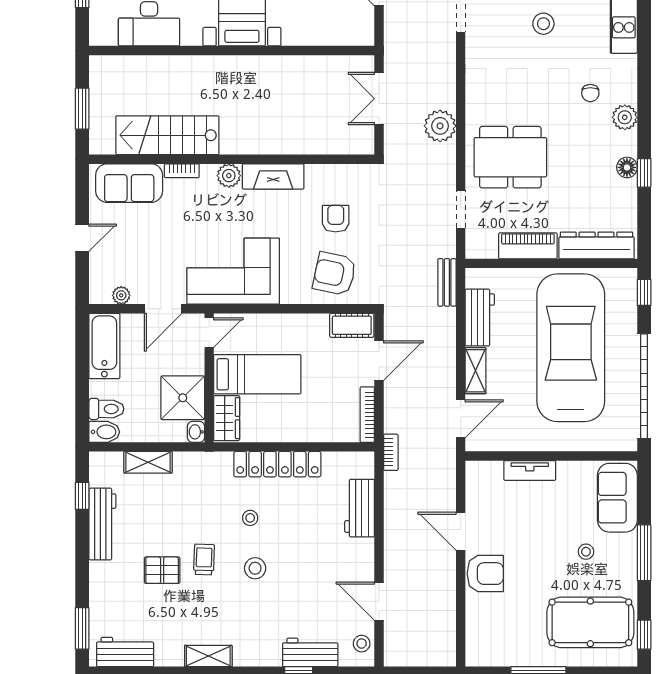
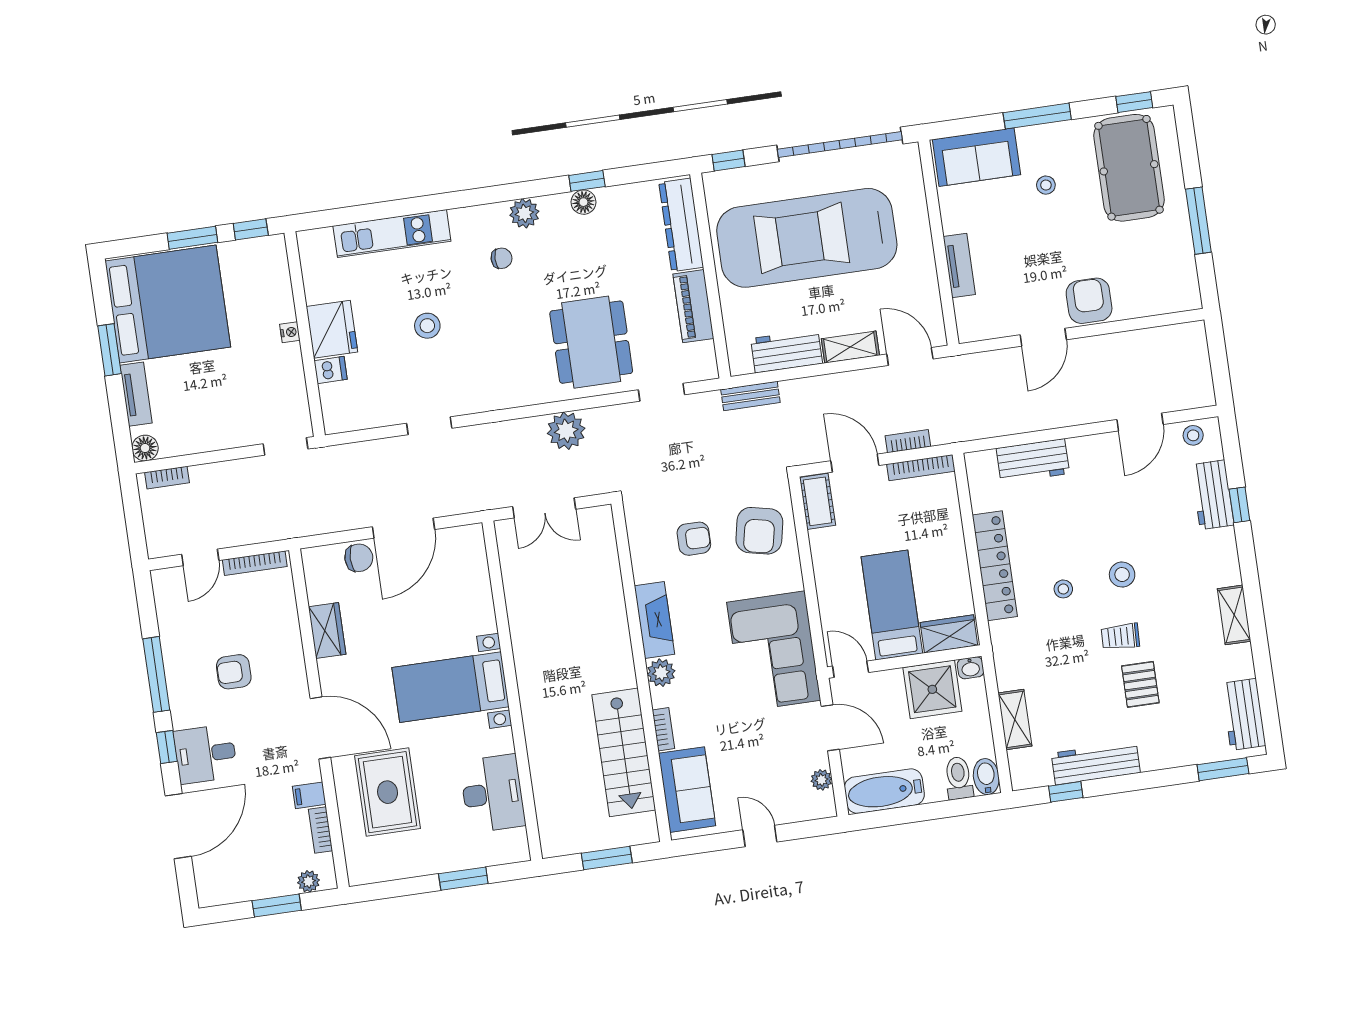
armchair: (336, 219) -> (694, 539), turned 180
bookcase: (391, 452) -> (908, 441), moved

